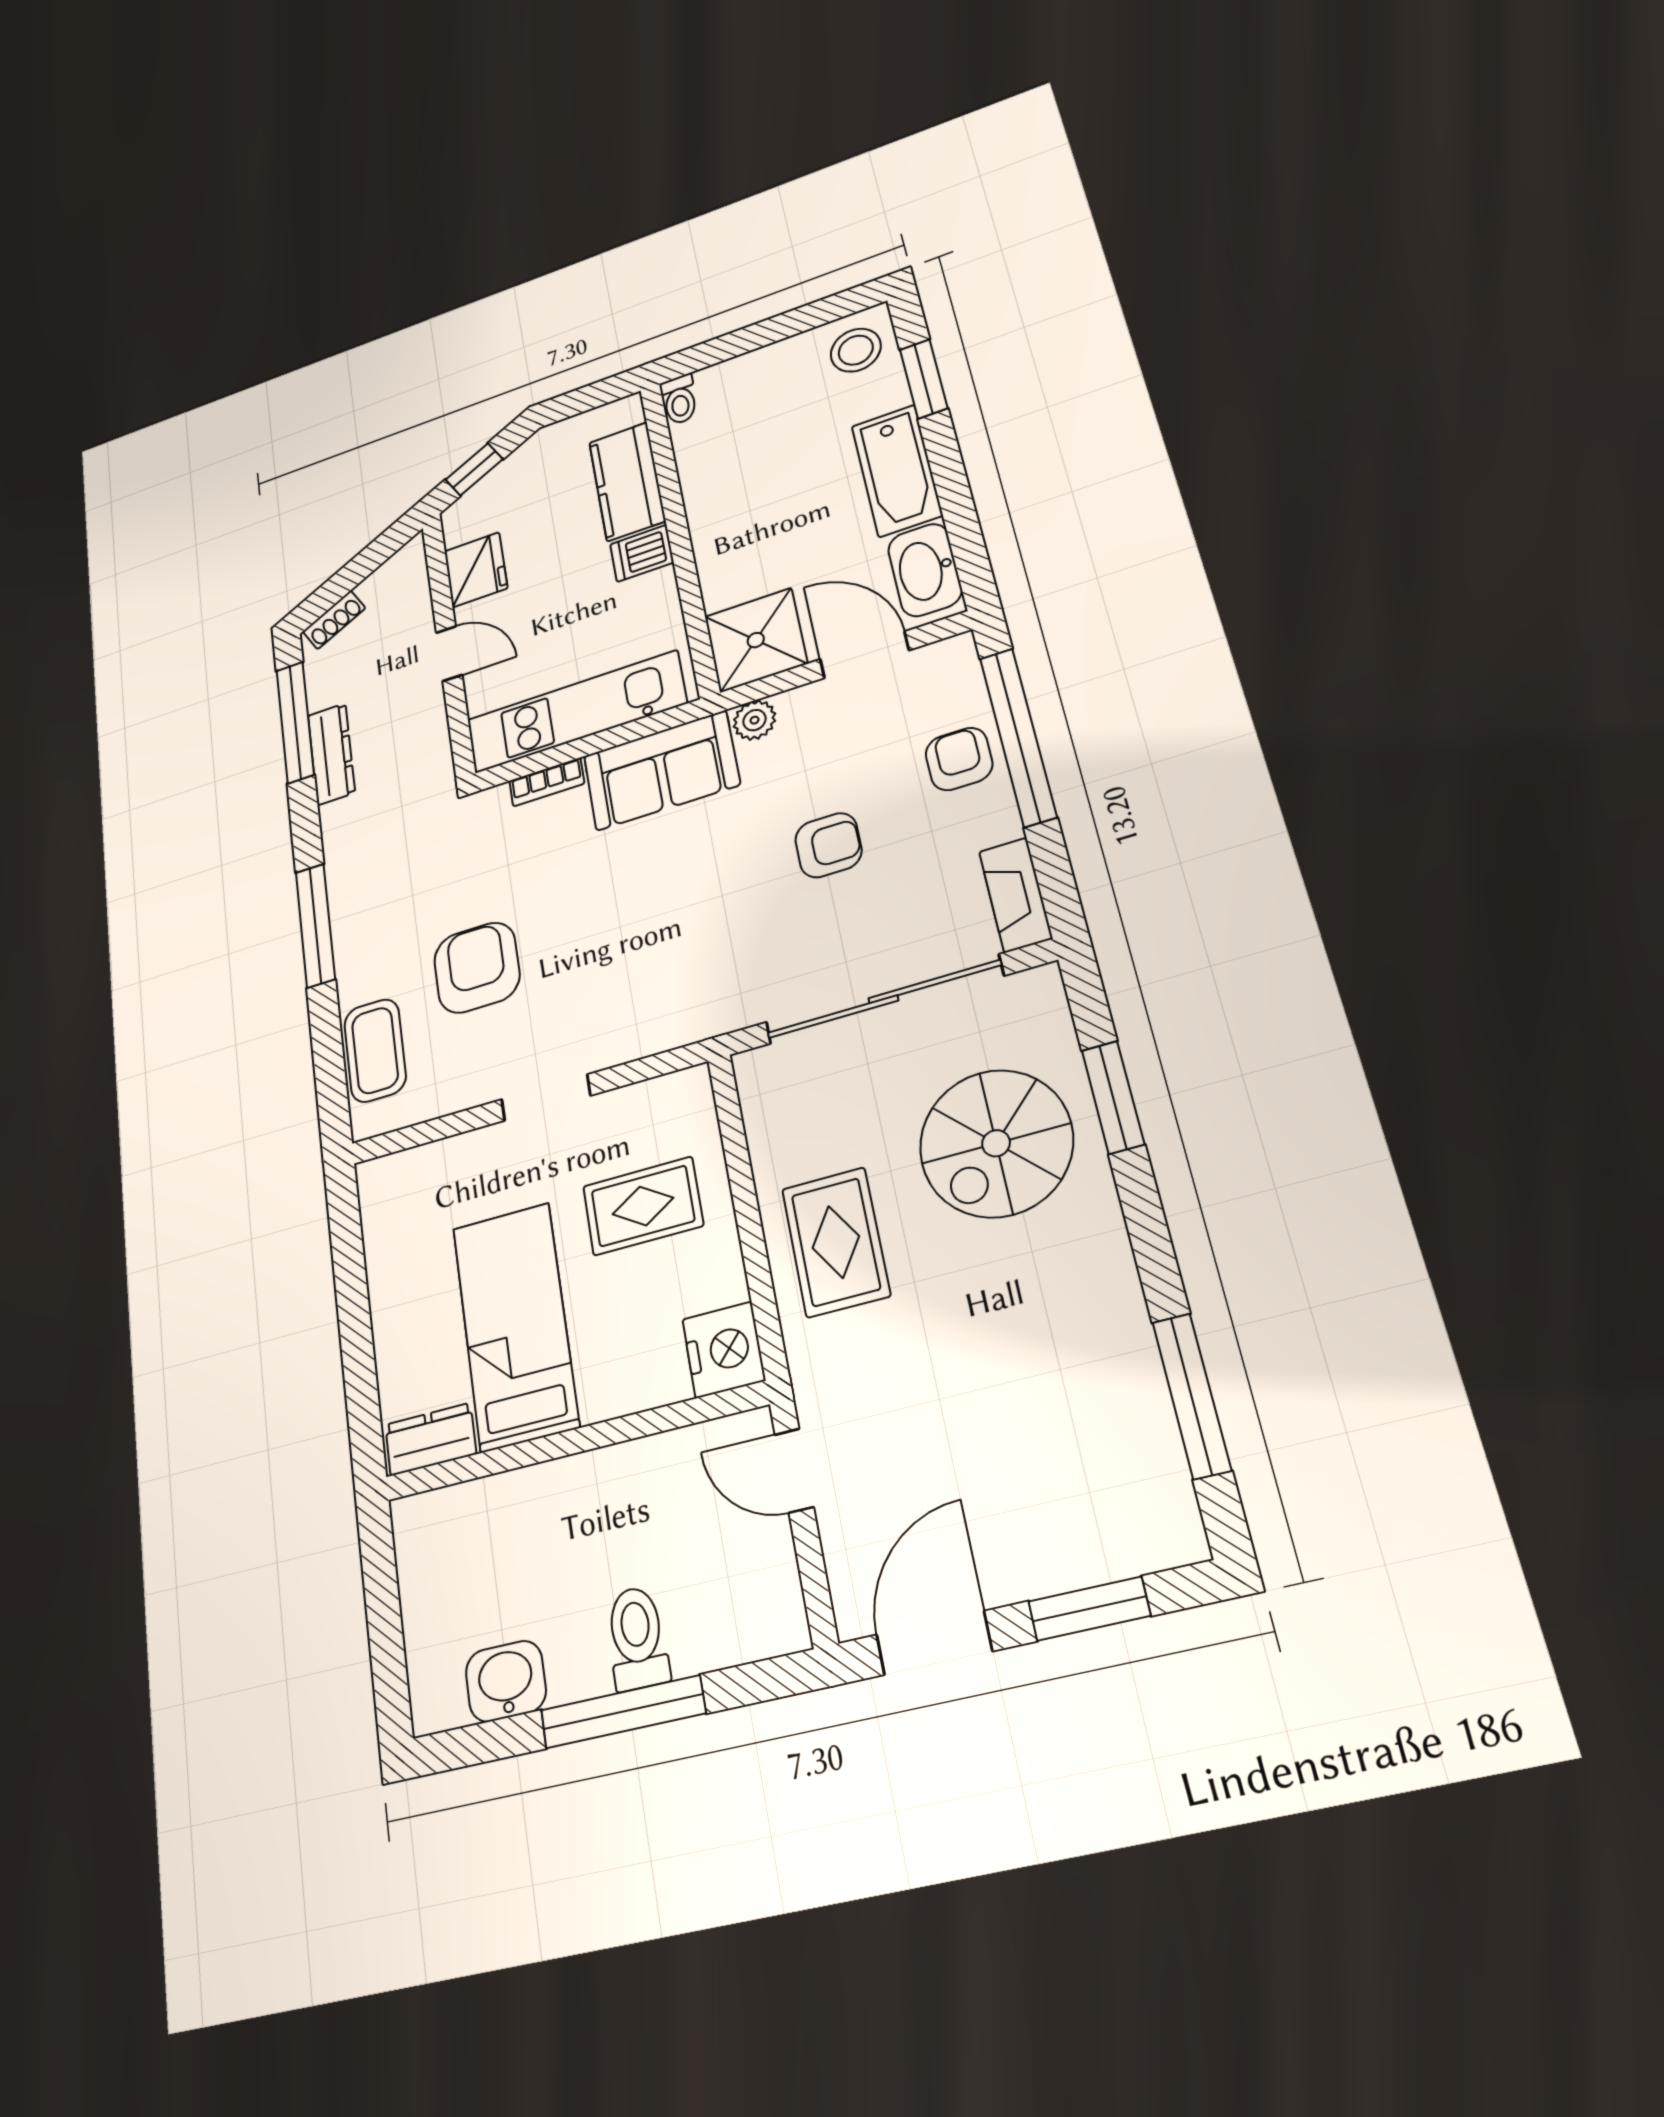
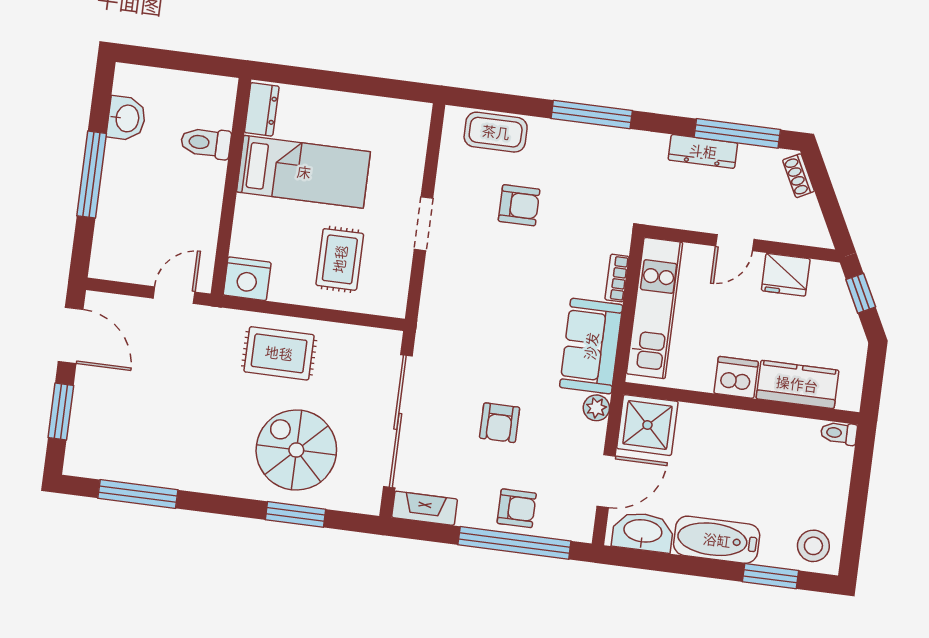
dishwasher: (642, 553) -> (736, 377), width x1.38
armchair: (477, 968) -> (519, 205), width x0.72, depth x0.72
toilet: (637, 1638) -> (206, 143), moved, turned 180

